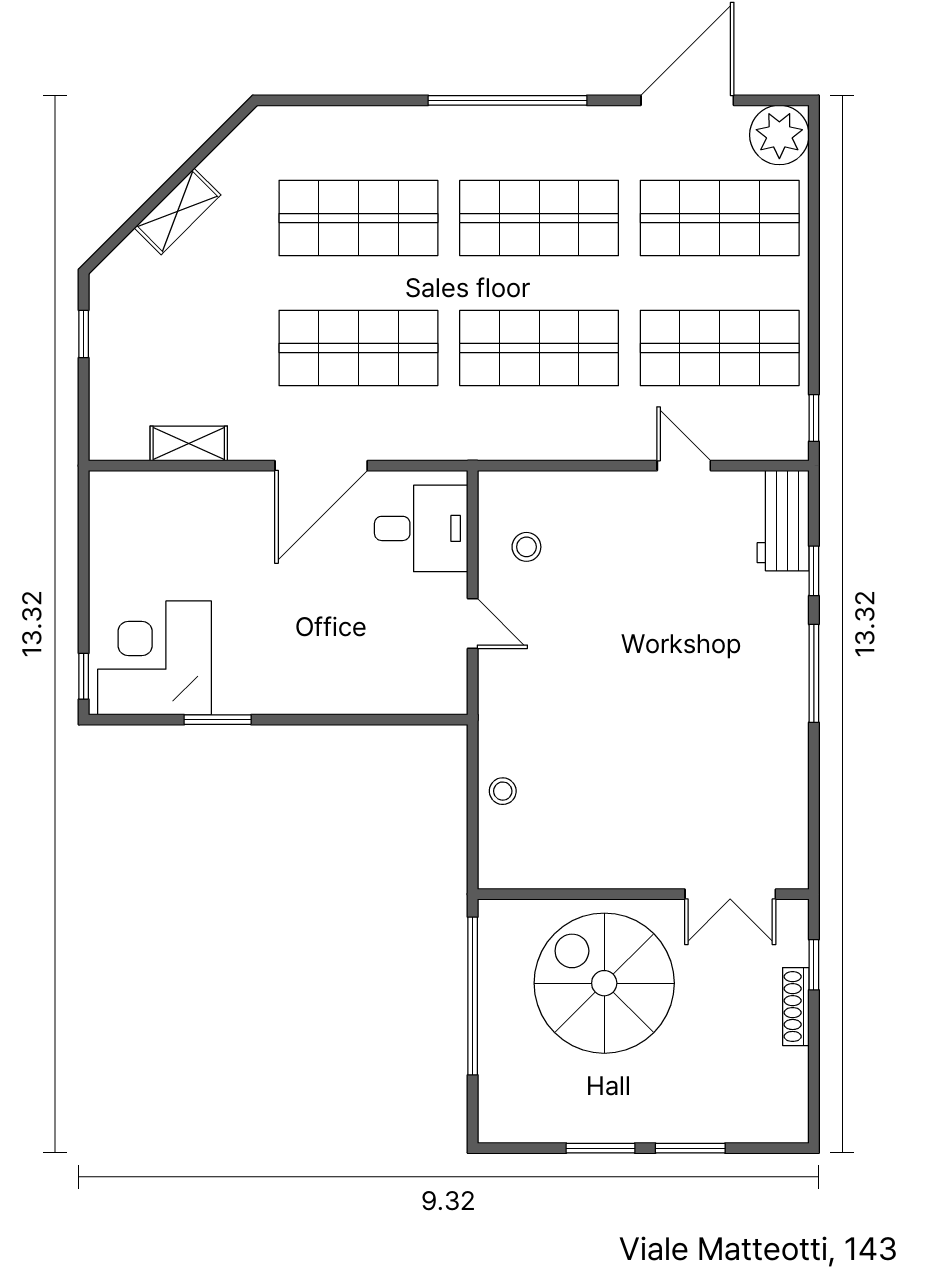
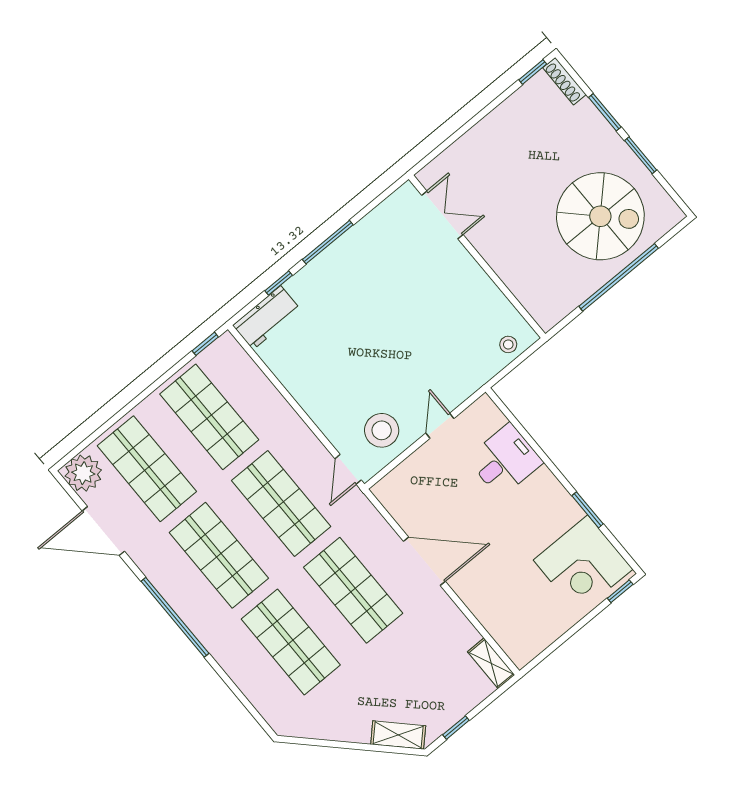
shelving: (178, 211) -> (398, 735), moved
shelving: (189, 443) -> (491, 663), moved
door: (684, 466) -> (348, 469), moved
desk: (421, 528) -> (505, 460), moved, turned 90
stool: (526, 547) -> (382, 430), width x1.89, depth x1.89
wall: (643, 894) -> (477, 257), moved
double door: (730, 894) -> (442, 215), moved
window: (814, 965) -> (533, 72), moved
spiral stairs: (604, 983) -> (600, 216), moved, turned -90
shoe rack: (796, 1007) -> (564, 81), moved, turned 90

